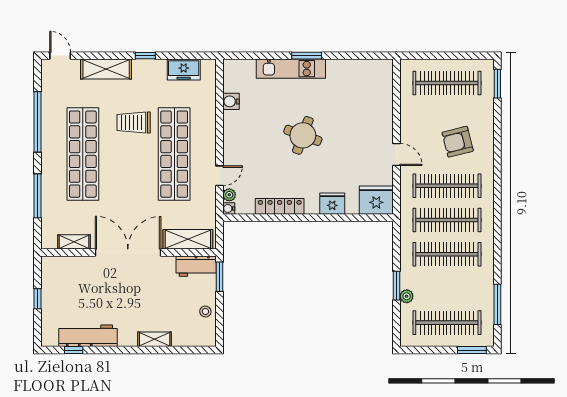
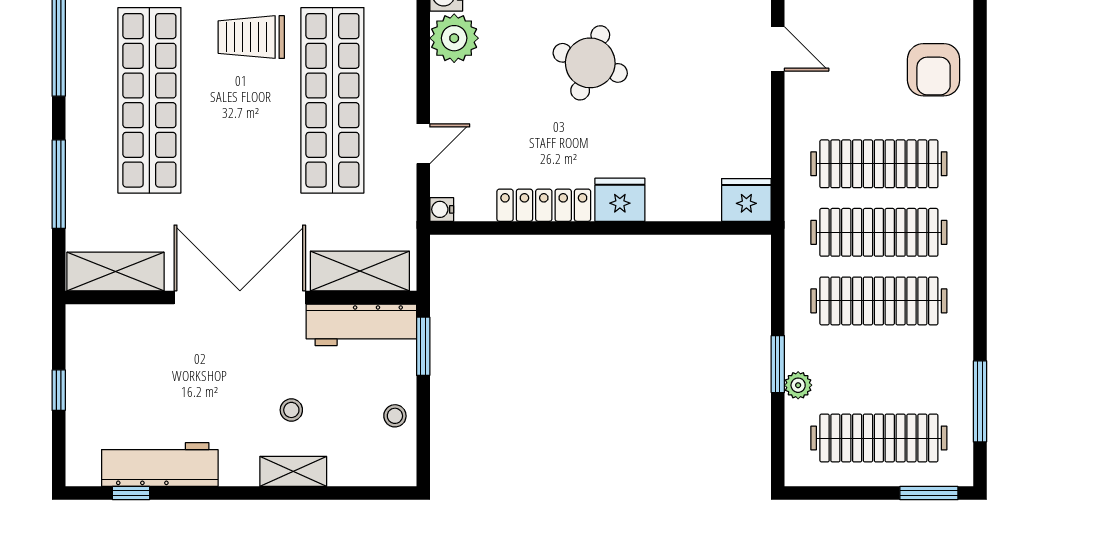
armchair: (458, 142) -> (934, 70), moved, turned -76
door: (396, 154) -> (778, 49), moved
plant: (229, 195) -> (454, 38), moved, width x1.87, depth x1.87
fridge: (376, 200) -> (746, 200), width x0.73, depth x0.75
fridge: (332, 204) -> (620, 200), moved
shelving: (74, 242) -> (116, 271), width x1.50, depth x1.33
workbench: (196, 266) -> (361, 325), width x1.38
stool: (154, 309) -> (291, 410), added

